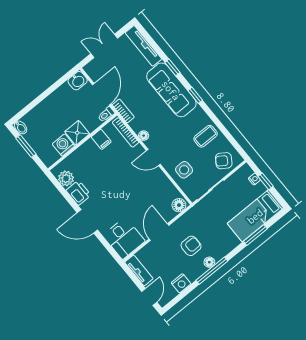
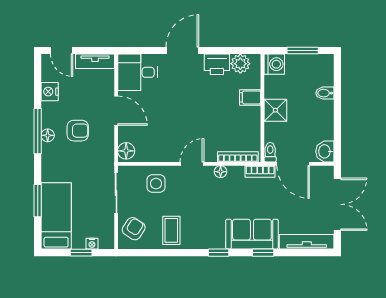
double door: (104, 46) -> (337, 204), width x1.37
sofa: (171, 90) -> (252, 234), width x0.73
bidet: (21, 127) -> (325, 93), moved
filing cabinet: (101, 139) -> (250, 97), moved
washing machine: (64, 145) -> (274, 64), moved
armchair: (191, 246) -> (78, 131), turned -90

